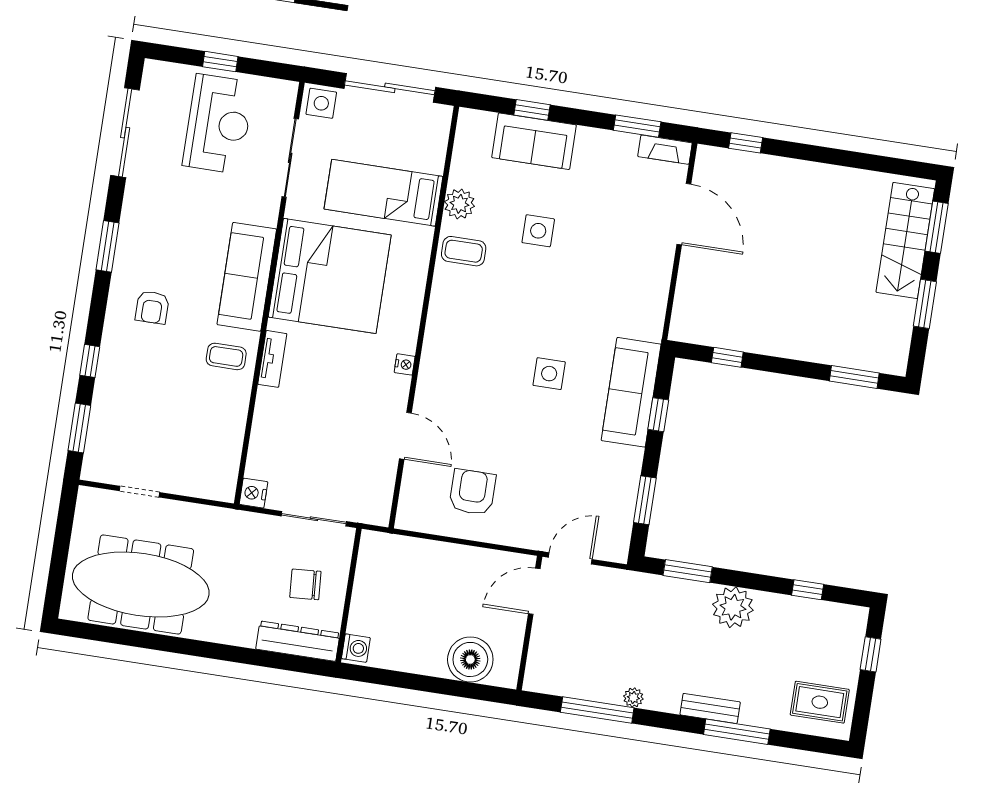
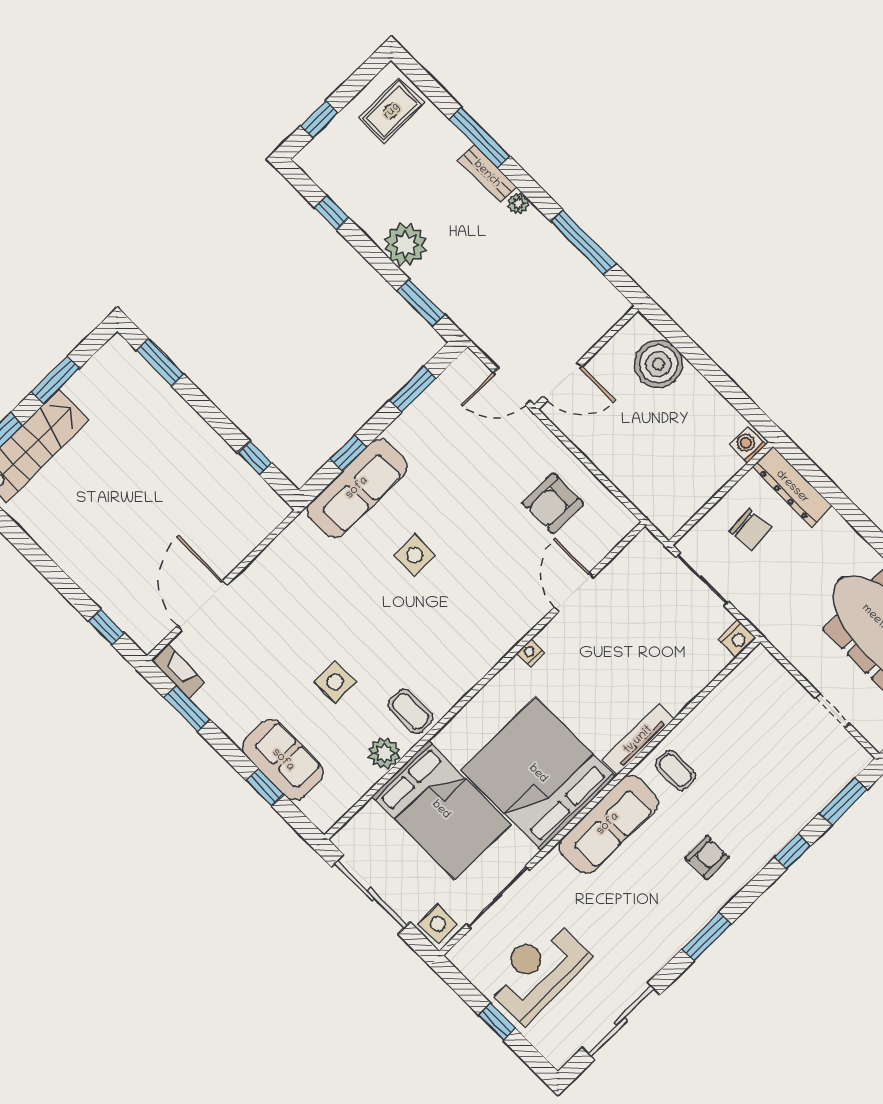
bed: (383, 193) -> (441, 810), width x1.50
tv unit: (272, 359) -> (638, 740), width x1.41
plant: (633, 698) -> (518, 203), moved
rug: (820, 702) -> (392, 111), turned 90

